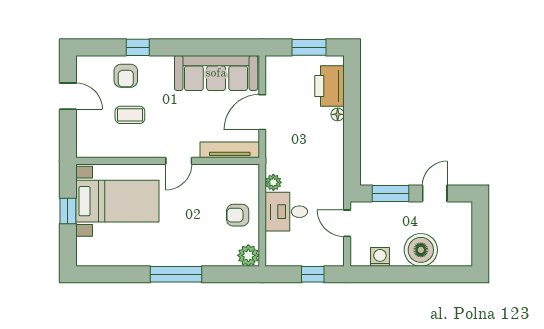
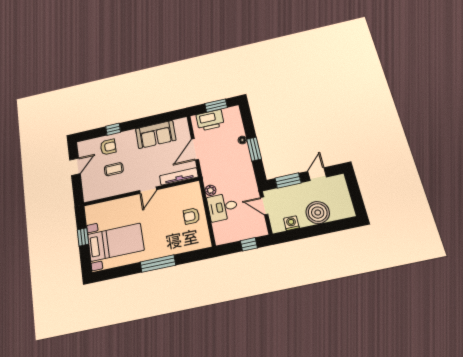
sofa: (216, 73) -> (156, 134), width x0.73
armchair: (126, 76) -> (108, 147), turned -90
printer: (330, 86) -> (210, 120), moved, turned -90
door: (68, 96) -> (75, 167), hinge flipped
window: (352, 133) -> (254, 149), added
bed with nightstands: (117, 201) -> (116, 242), moved
plant: (248, 255) -> (203, 241), removed

